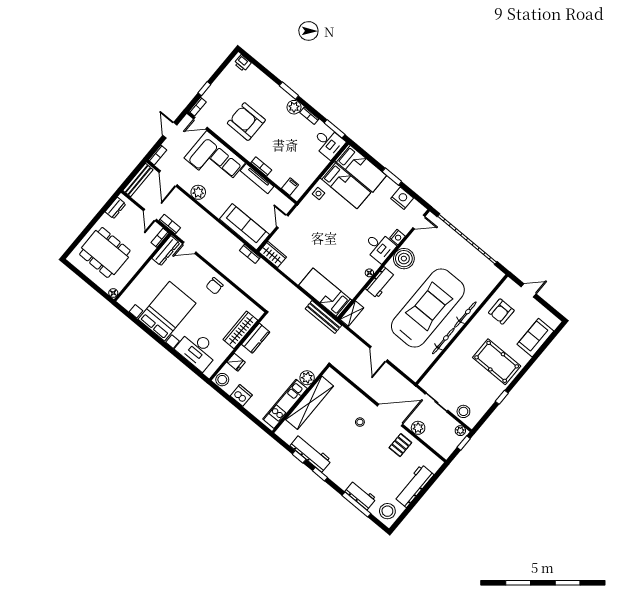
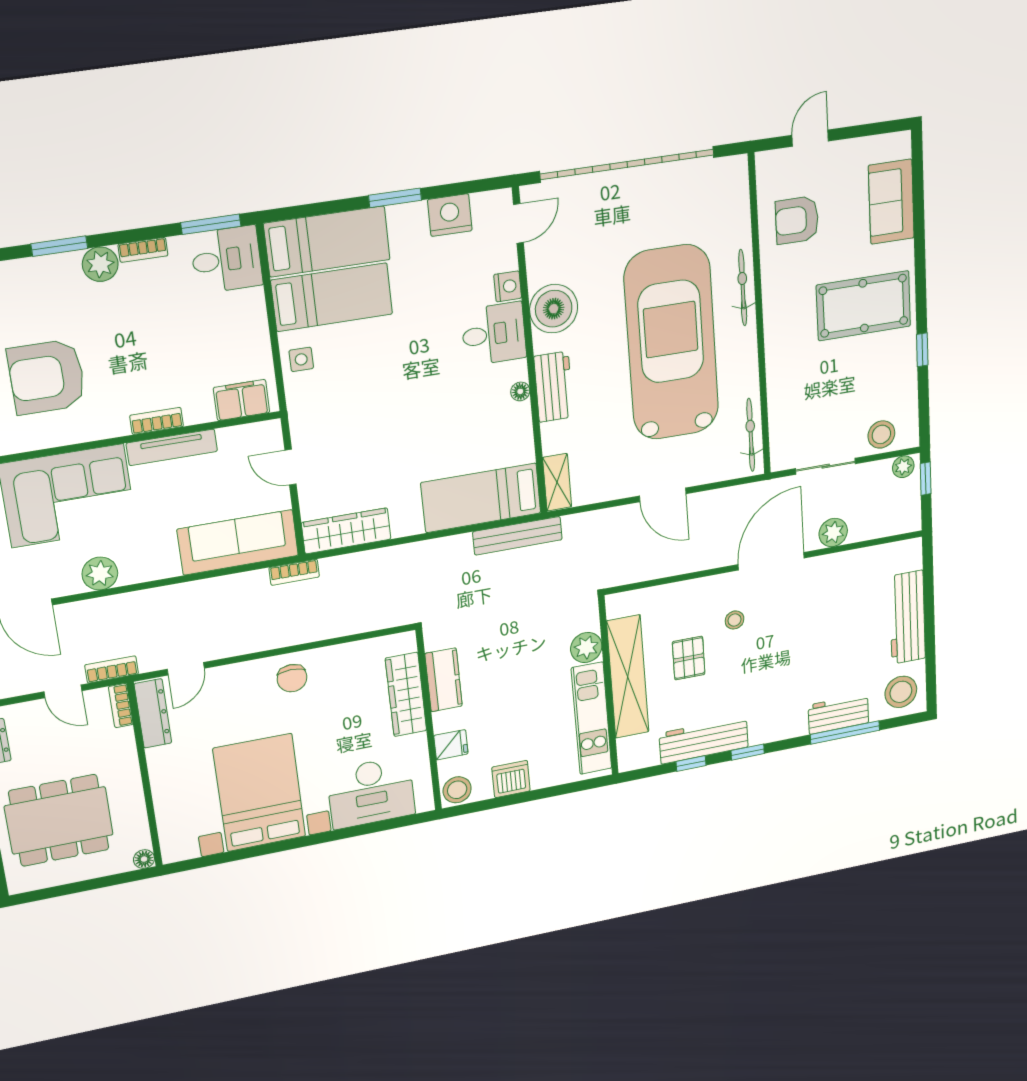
filing cabinet: (290, 187) -> (242, 400), width x2.00
wardrobe: (273, 254) -> (346, 531), width x1.50
armchair: (501, 312) -> (797, 220), turned 90
bicycle: (443, 341) -> (751, 435), moved
pallet: (400, 445) -> (689, 658), moved

